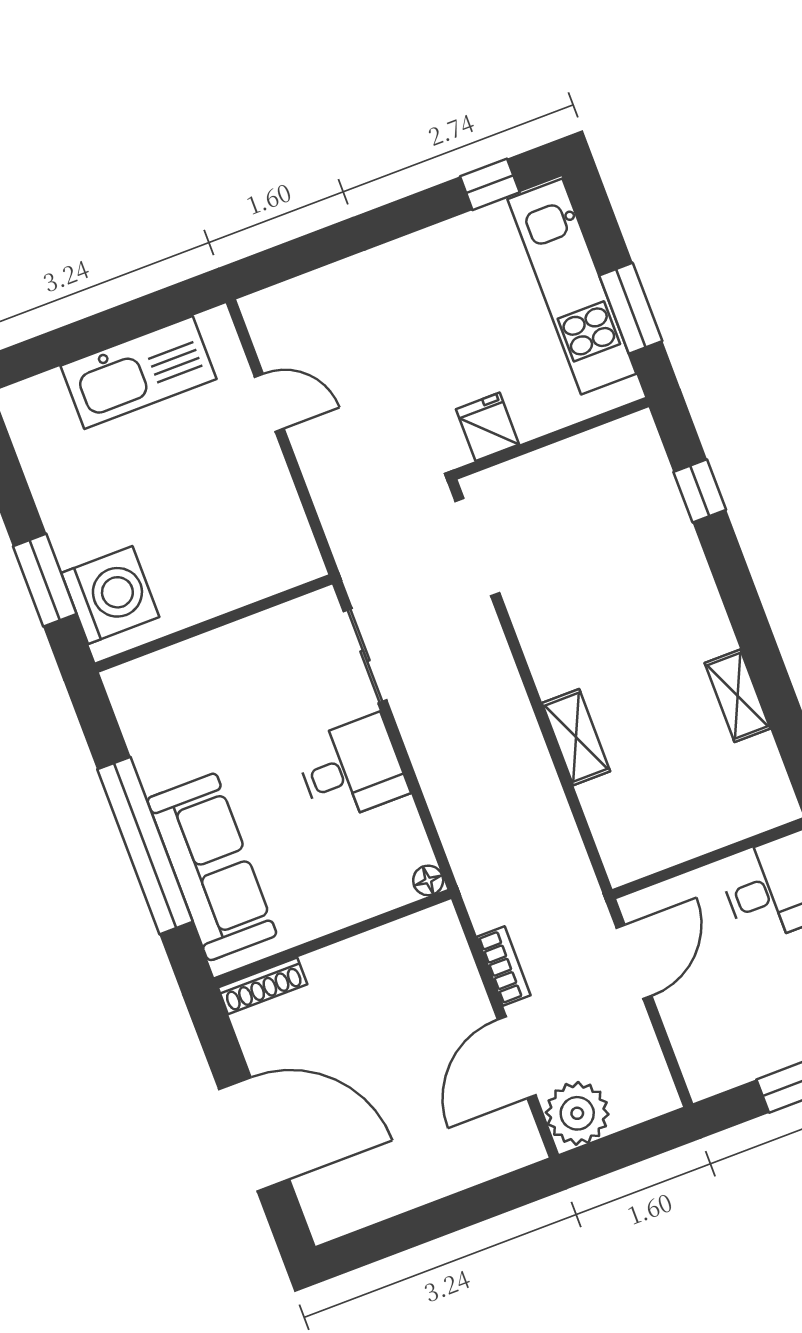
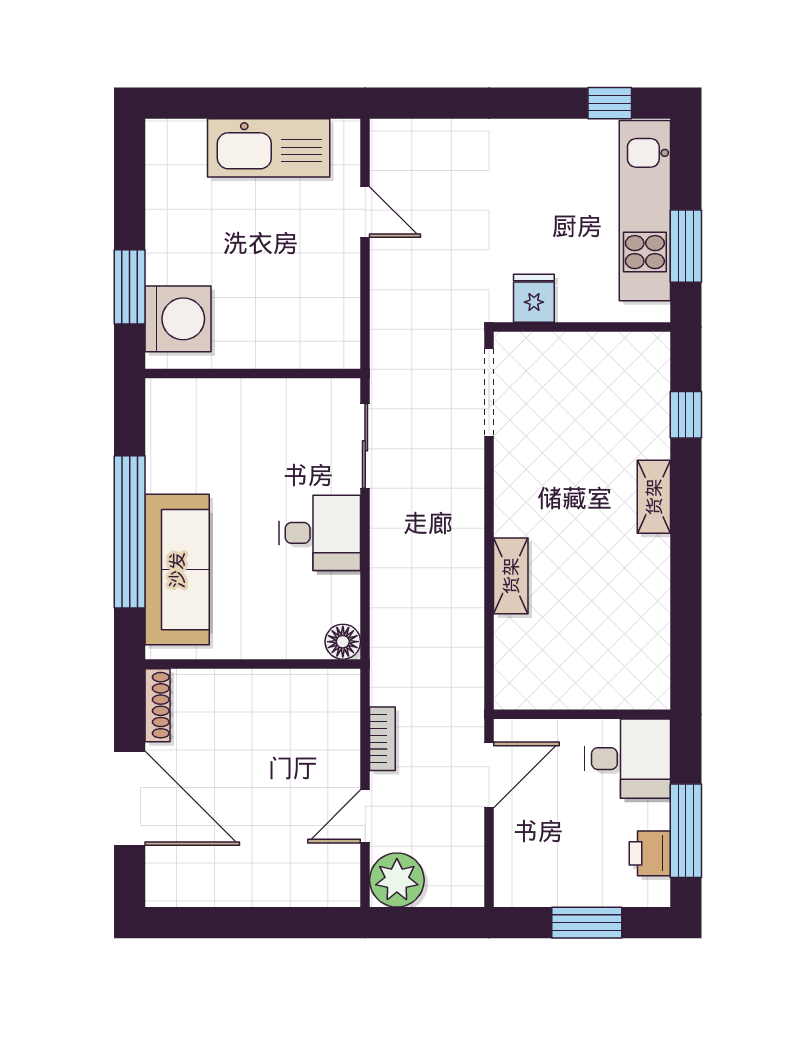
shelving: (738, 696) -> (654, 497), moved
floor lamp: (428, 880) -> (343, 642), width x1.37, depth x1.37
shoe rack: (263, 986) -> (157, 705), moved, turned -90
door: (517, 1057) -> (365, 816), width x0.73

